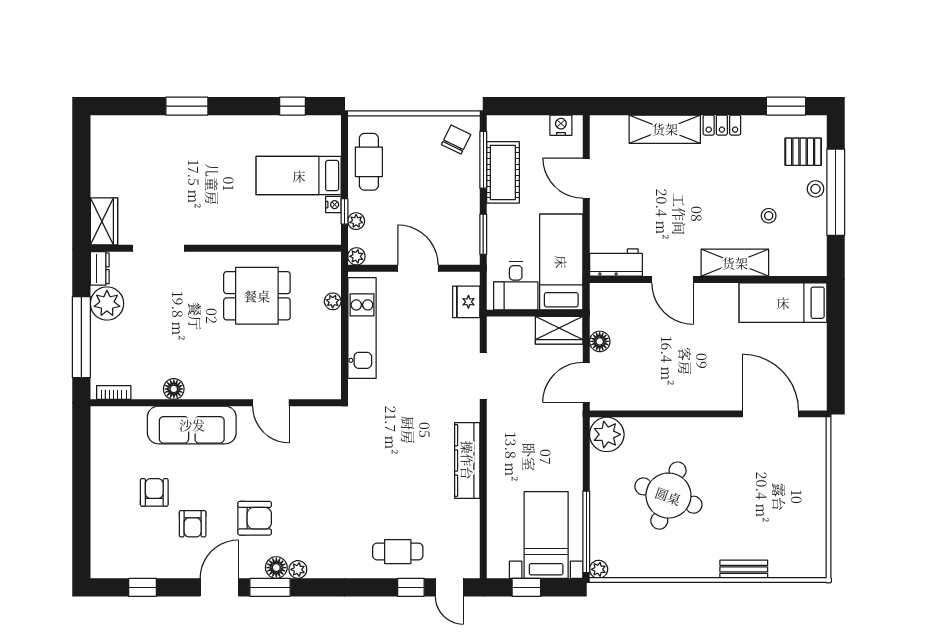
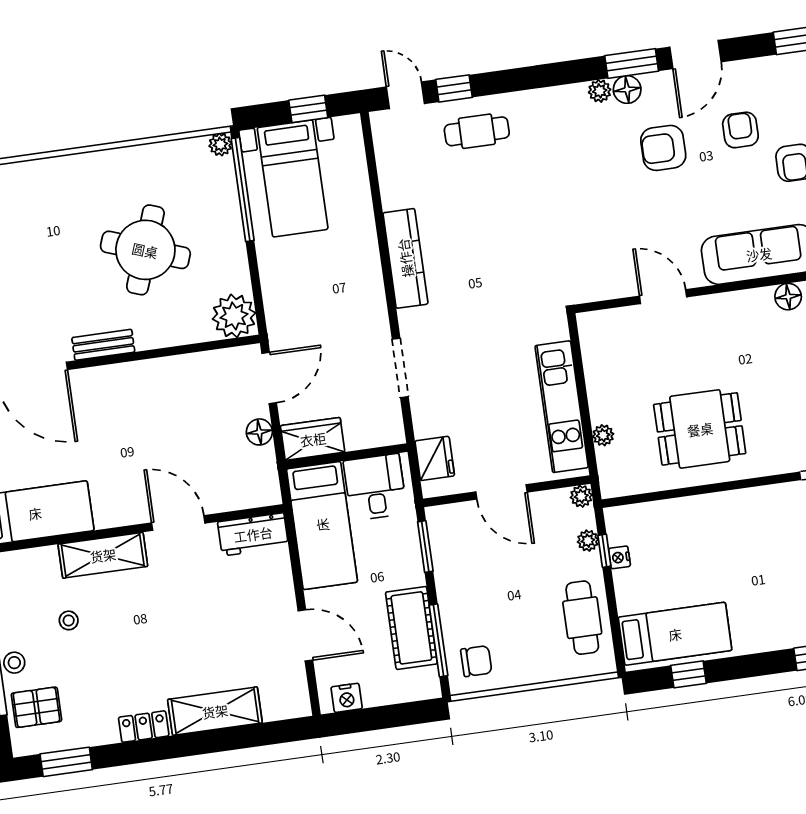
chair: (456, 140) -> (476, 661), turned -116
bed: (299, 176) -> (675, 634), moved
bench: (744, 569) -> (103, 345), moved

